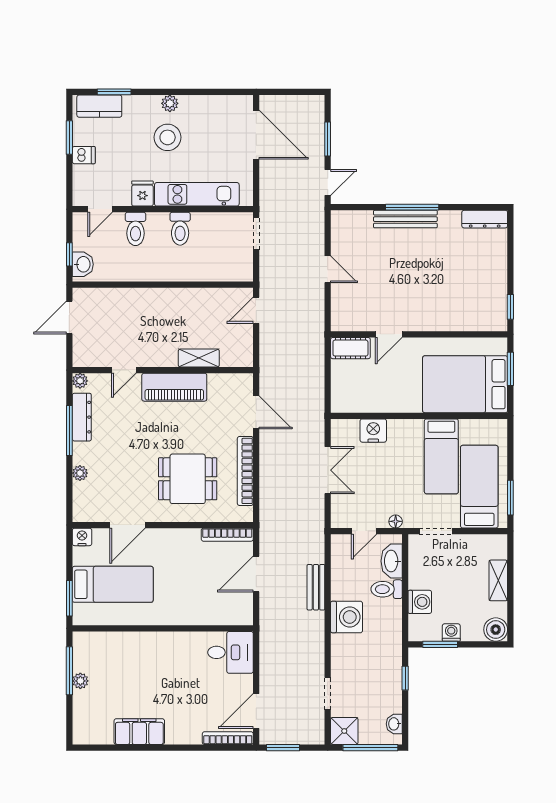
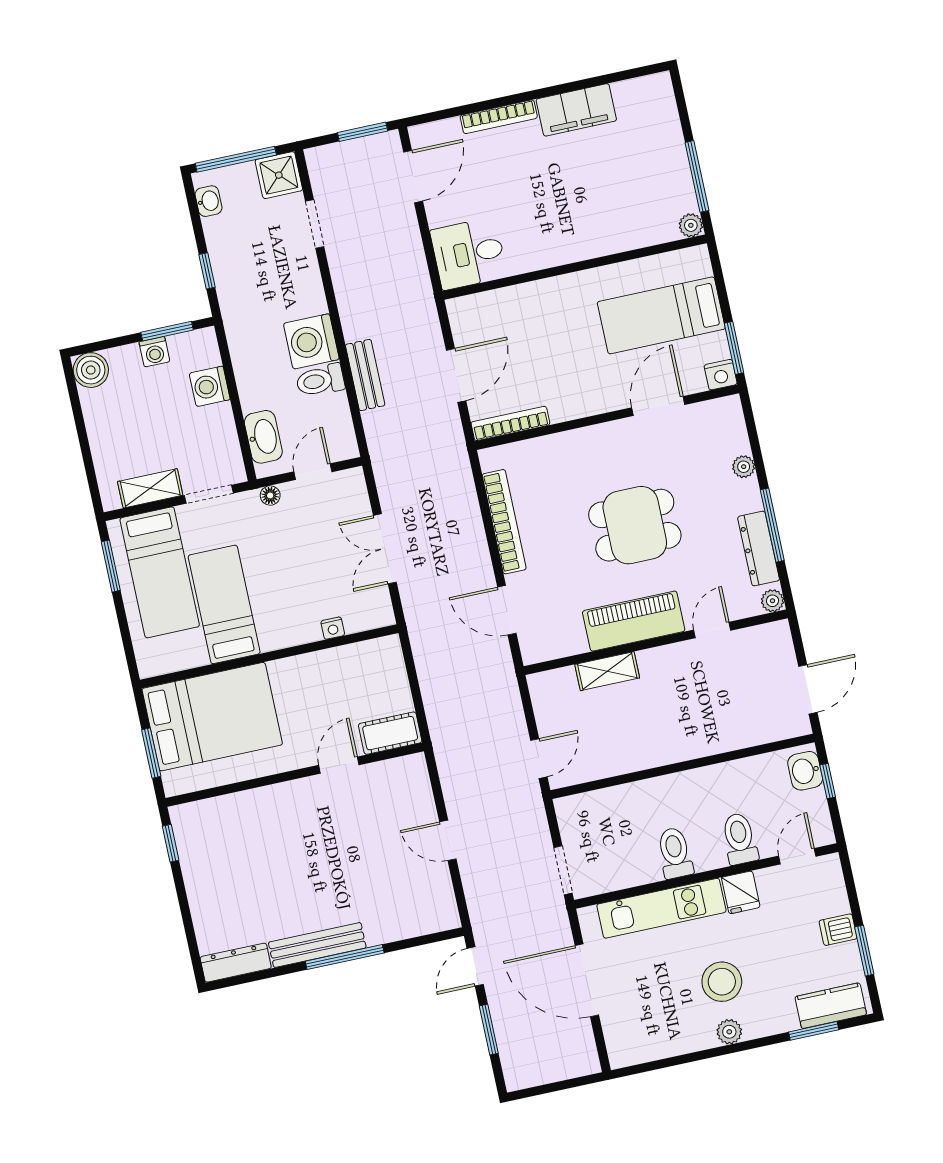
door: (256, 135) -> (587, 980), moved
bench: (405, 219) -> (317, 945), moved
nightstand: (373, 431) -> (333, 628), width x0.53, depth x0.56
dining table: (188, 479) -> (635, 525), moved
shelving: (498, 580) -> (150, 488), moved, turned 90
toilet: (387, 589) -> (320, 380), moved, turned 180
window: (69, 598) -> (734, 348), moved
plant: (80, 681) -> (691, 225), moved
bookcase: (228, 738) -> (499, 117), moved

